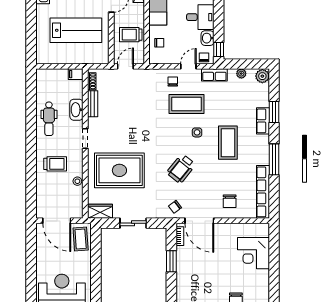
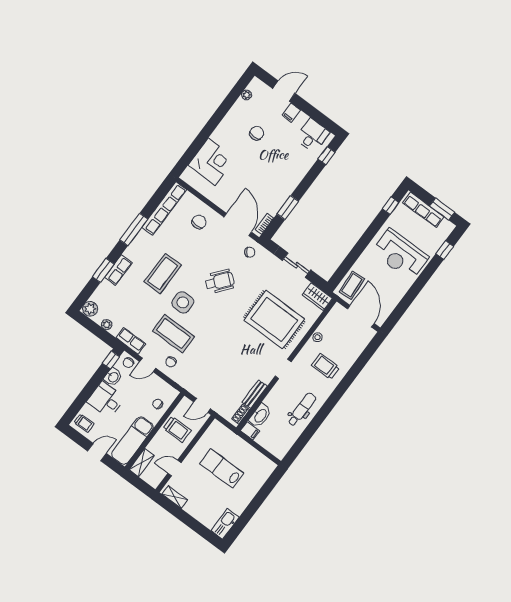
lab bench: (76, 30) -> (222, 468), width x0.73, depth x0.72
washbasin: (76, 110) -> (260, 416), moved
side table: (197, 132) -> (183, 302), width x1.87, depth x1.87

